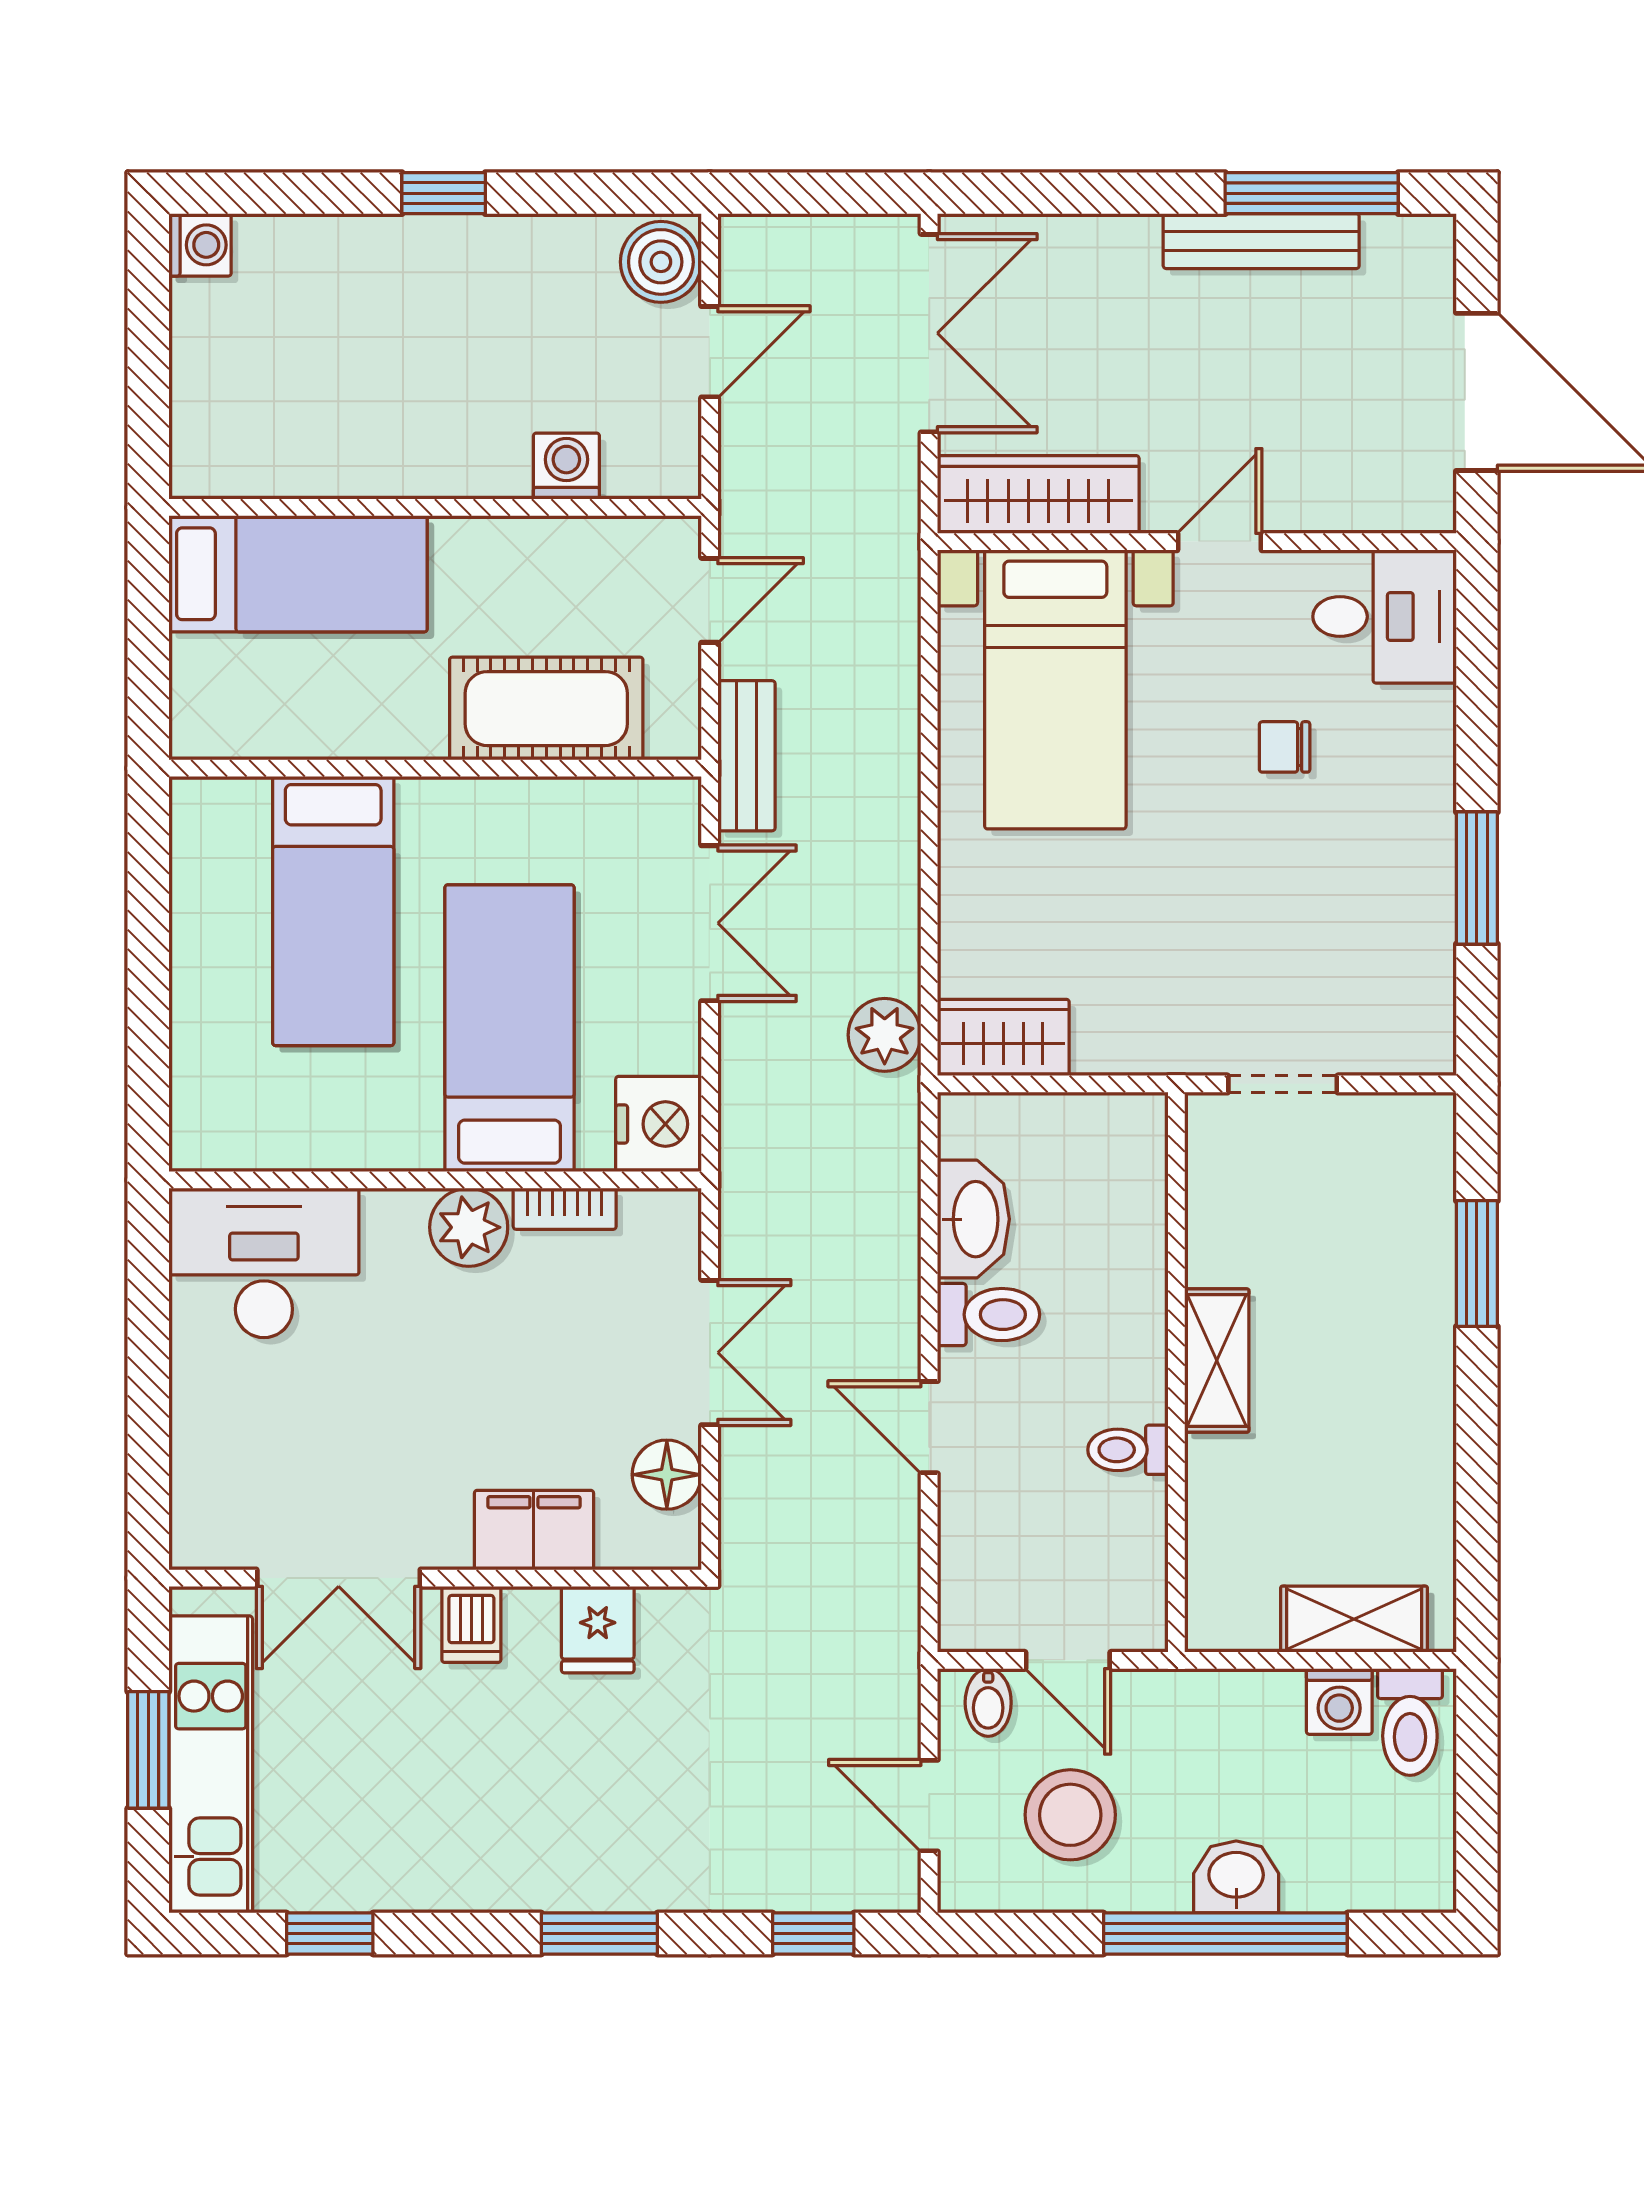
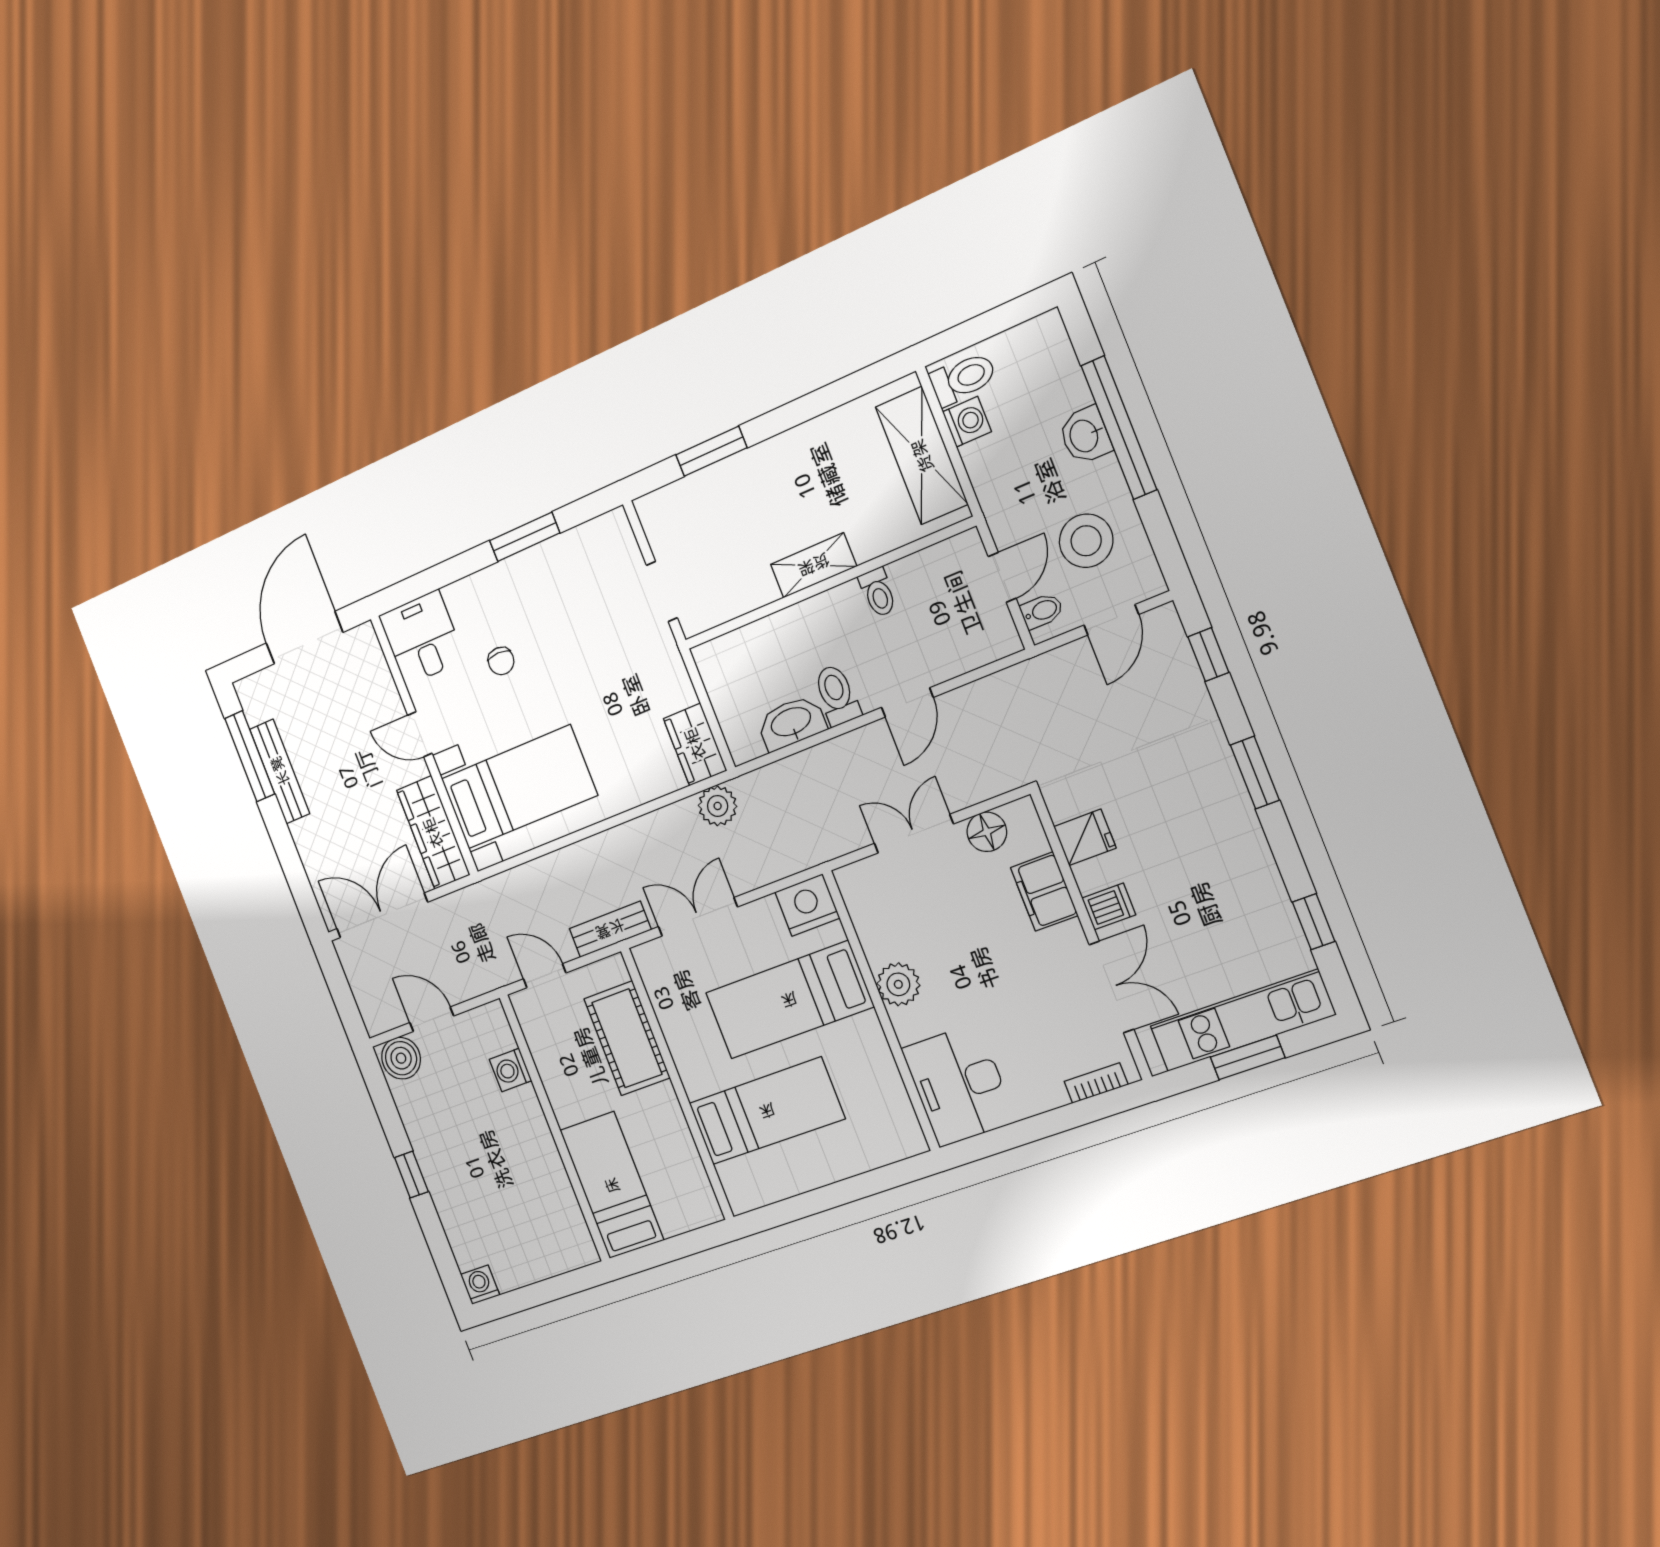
bookcase: (565, 1209) -> (1096, 1083), moved, turned -90
shelving: (1354, 1619) -> (922, 456), width x1.50, depth x1.33

